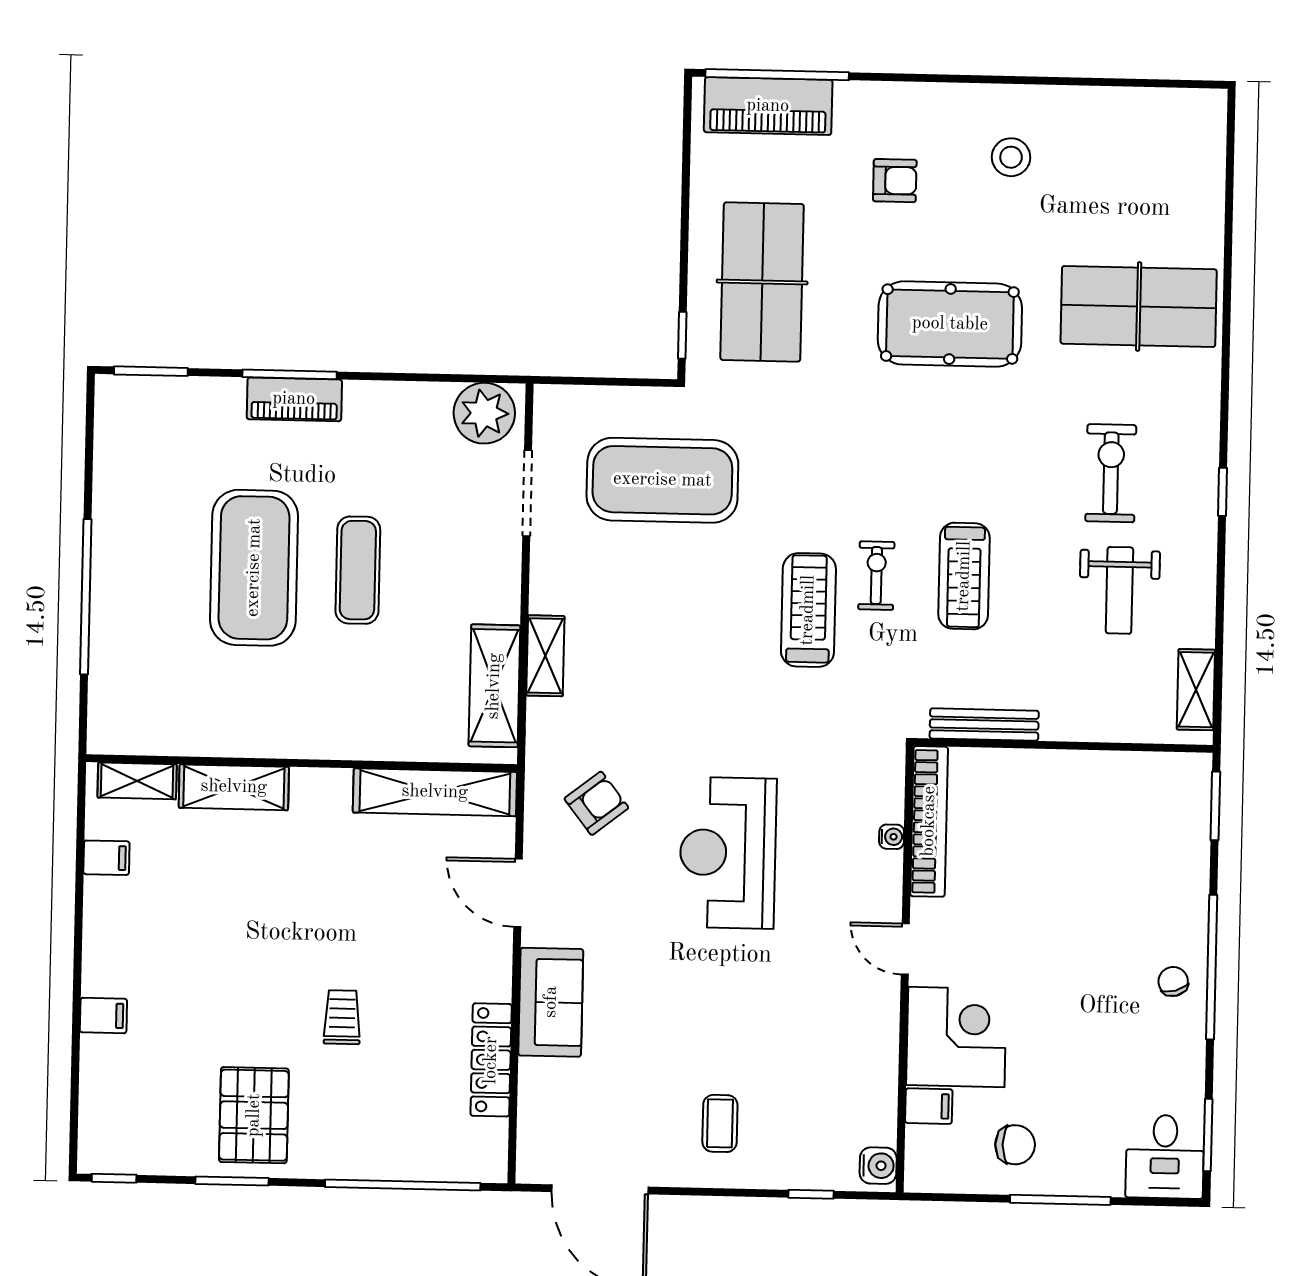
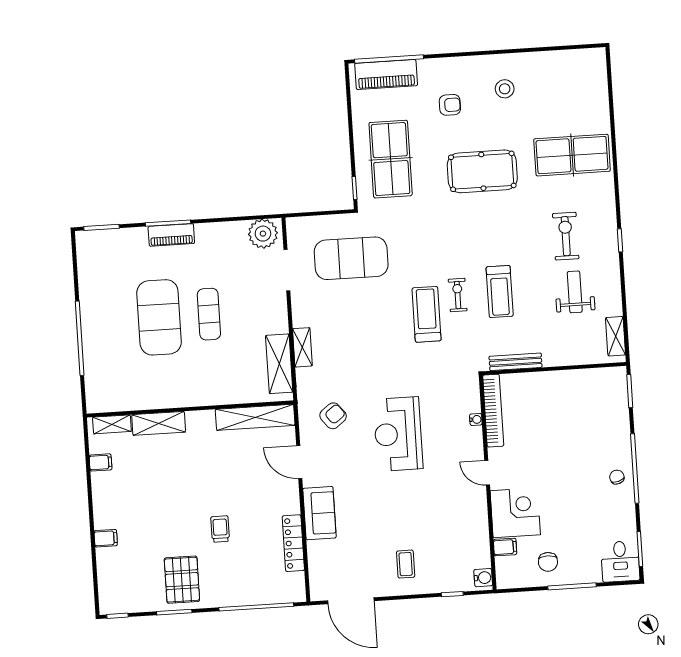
weight bench: (1119, 590) -> (575, 292), turned 180
chair: (1015, 1145) -> (548, 562), turned 90

